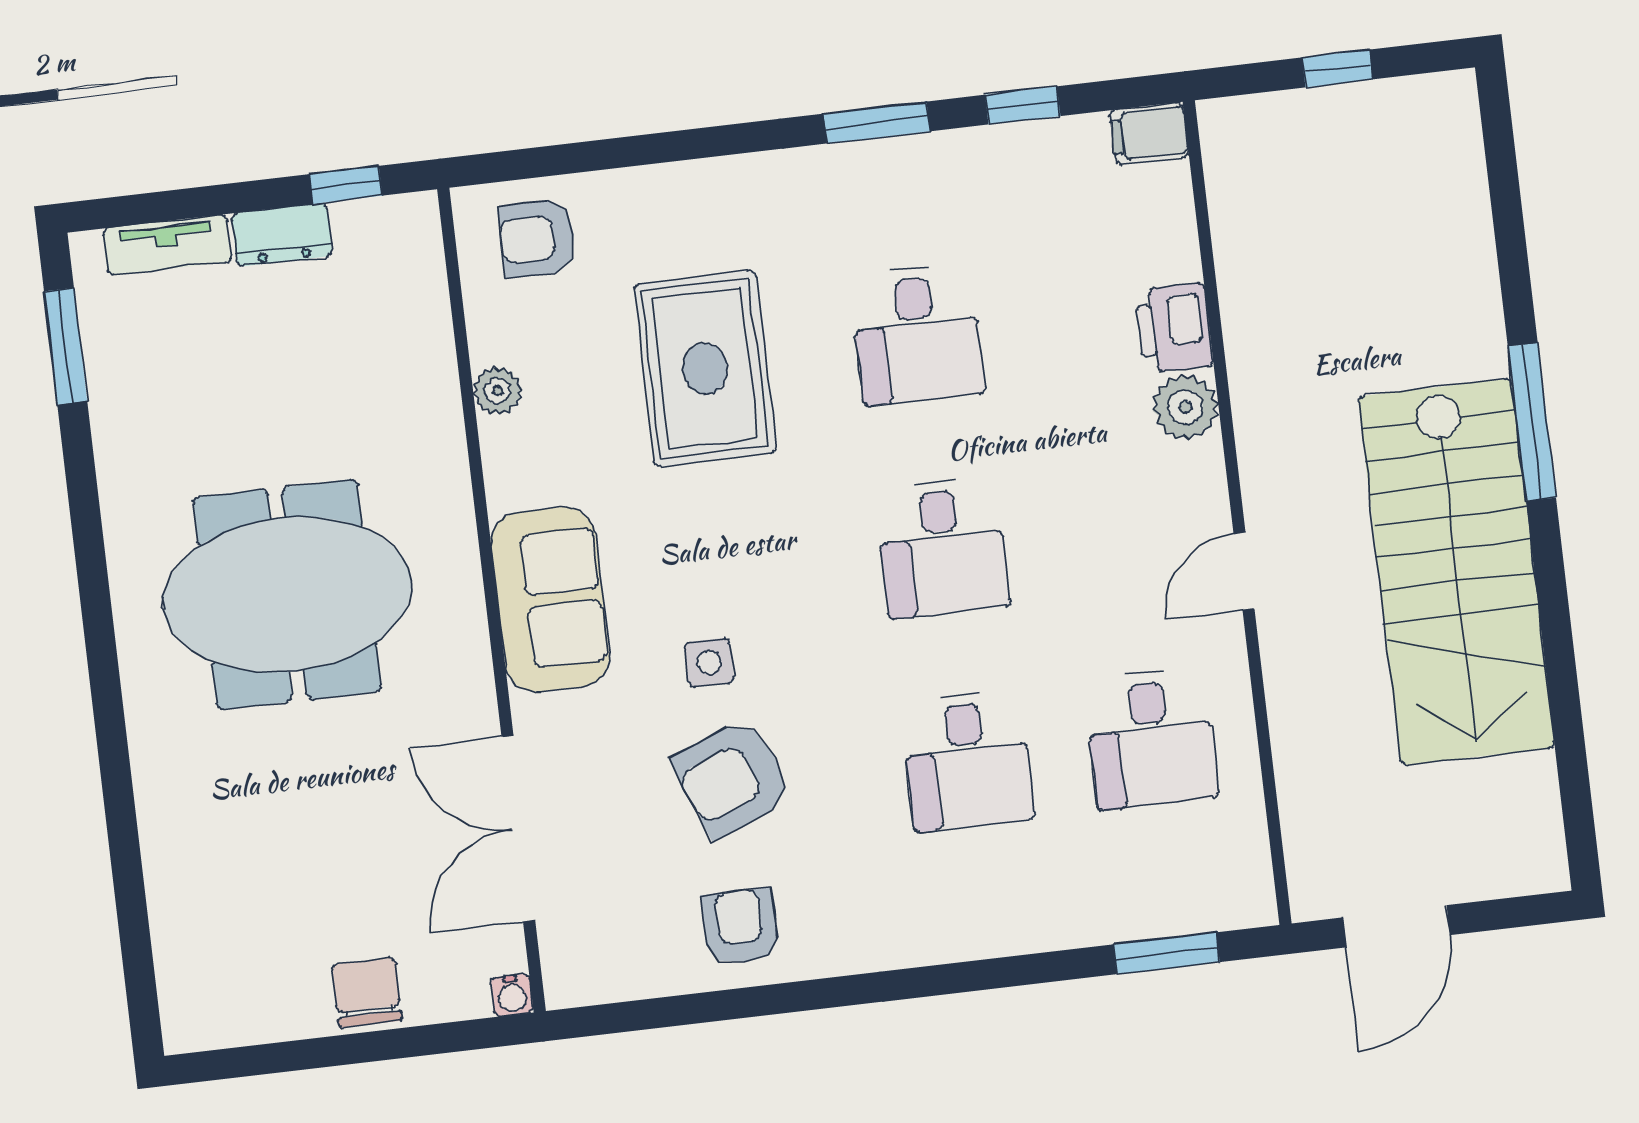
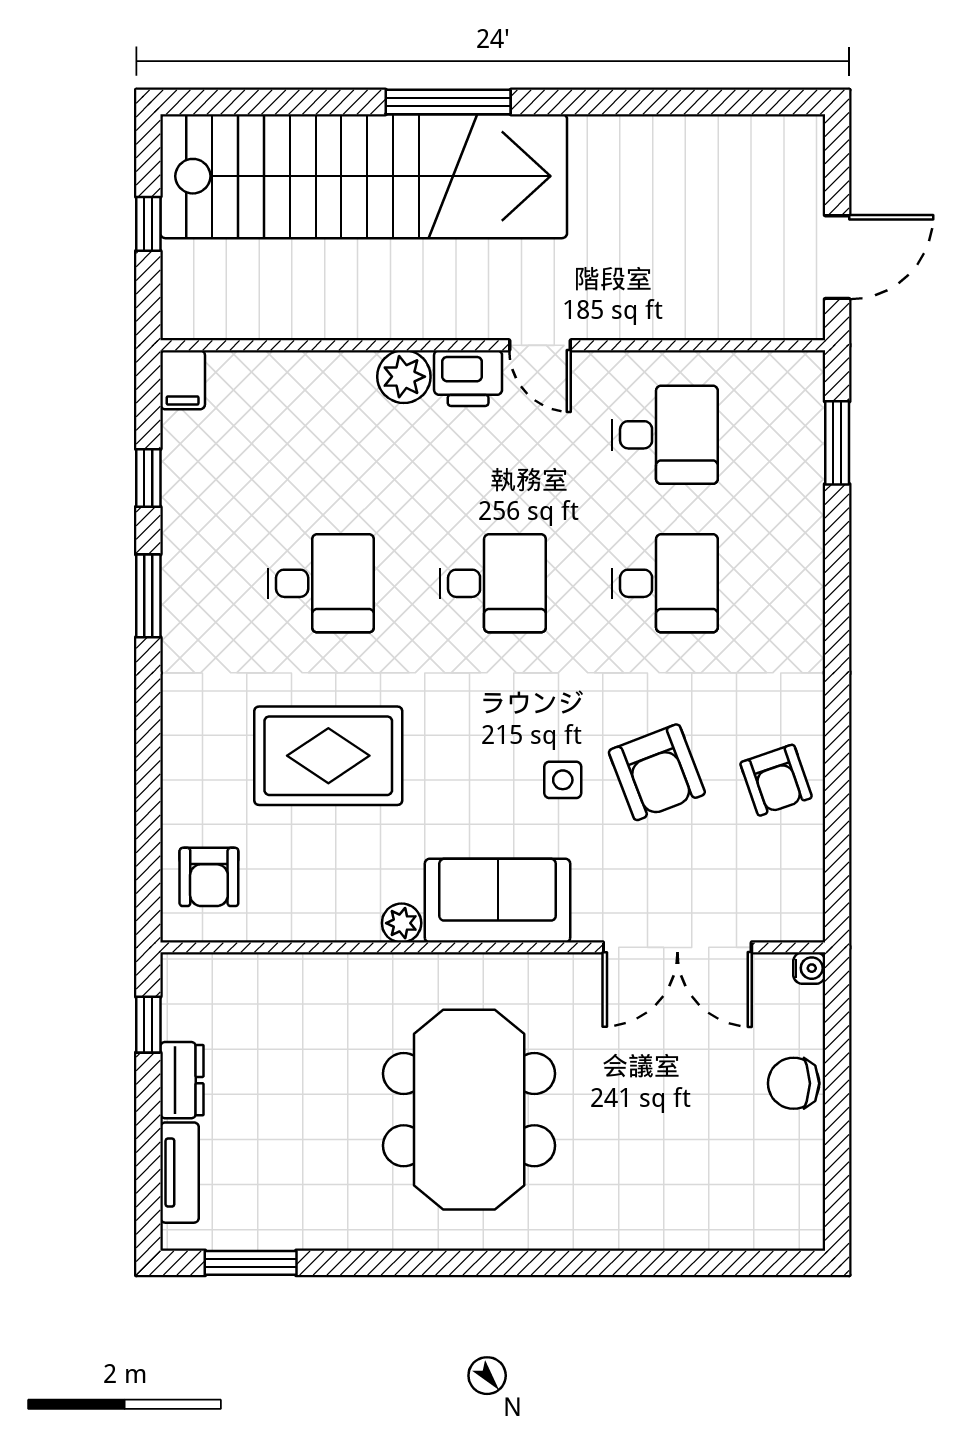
printer: (1174, 328) -> (468, 378), moved
plant: (497, 391) -> (402, 923), moved
stairs: (1456, 572) -> (364, 176), moved, width x1.36
door: (1396, 926) -> (837, 257), hinge flipped
armchair: (740, 927) -> (776, 780), turned -109

